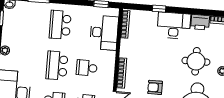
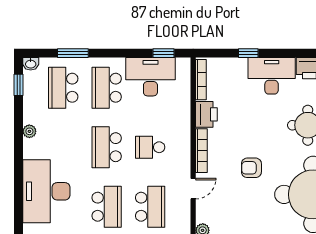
school desk: (30, 22) -> (63, 88), added
desk: (104, 33) -> (150, 77), moved, turned -90
printer: (127, 48) -> (206, 114), added

